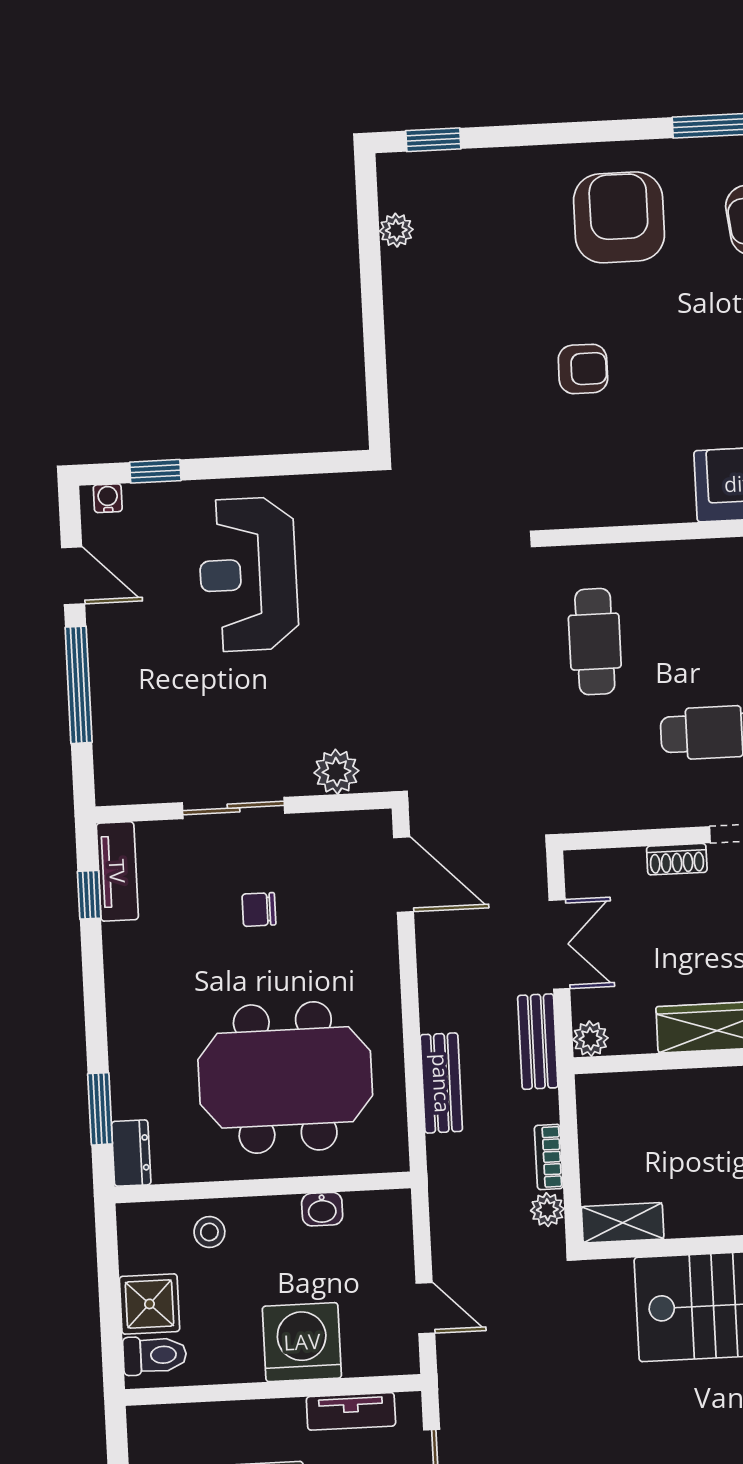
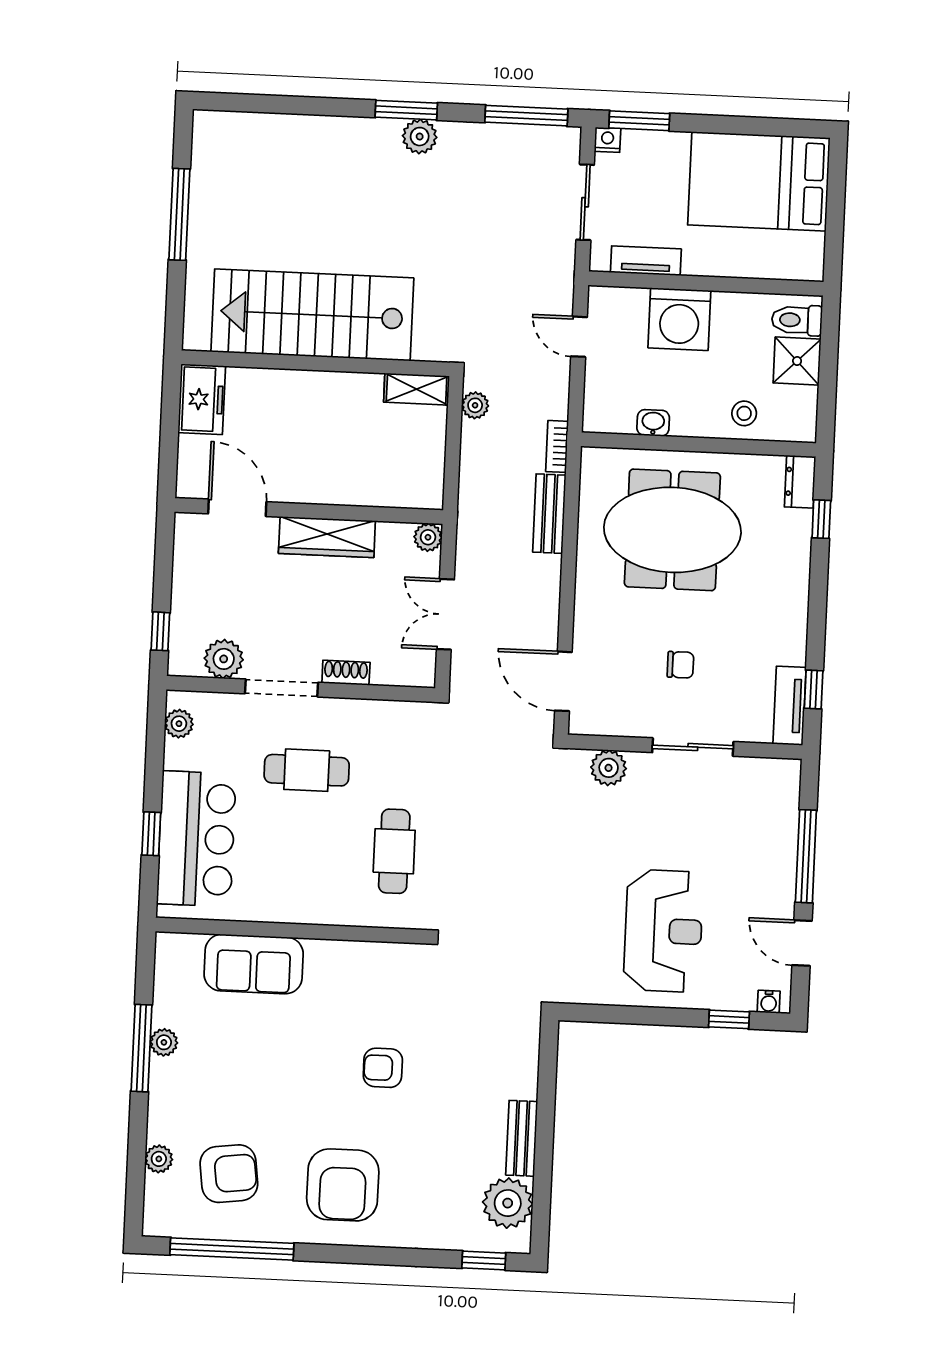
plant: (396, 230) -> (508, 1203), width x1.88, depth x1.88
bench: (538, 1042) -> (522, 1138), moved
window: (100, 1109) -> (821, 519), width x0.67
bookcase: (549, 1157) -> (557, 446), moved, turned 180

